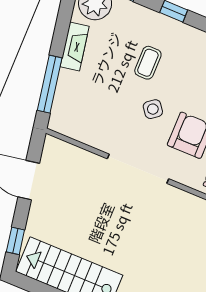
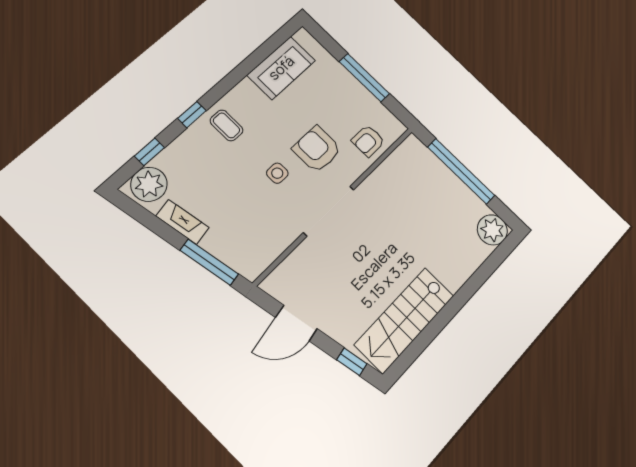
coffee table: (148, 63) -> (226, 125), moved
side table: (153, 109) -> (277, 173), turned 38

